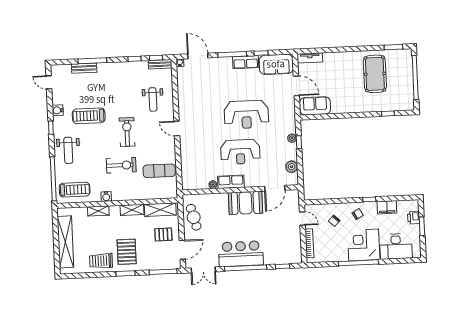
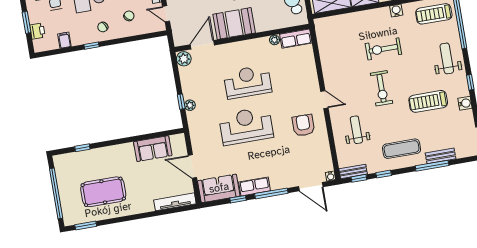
tv unit: (310, 58) -> (175, 202), width x1.41
pool table: (375, 74) -> (103, 192), turned 90
sofa: (315, 106) -> (153, 149), moved
armchair: (197, 109) -> (303, 125), added
treadmill: (89, 116) -> (428, 101), turned 180
plant: (292, 167) -> (184, 59), moved
exercise mat: (159, 171) -> (402, 149), moved
row of seats: (231, 182) -> (296, 39), moved
filing cabinet: (387, 207) -> (64, 40), width x0.50

